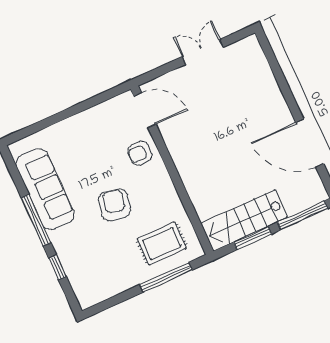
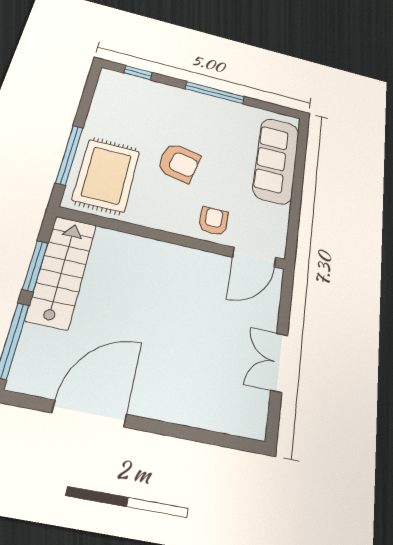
double door: (203, 52) -> (279, 362), swing flipped
sofa: (45, 189) -> (276, 160), moved, turned 90
rug: (162, 244) -> (106, 175), width x1.36, depth x1.43
window: (57, 267) -> (138, 73), moved

